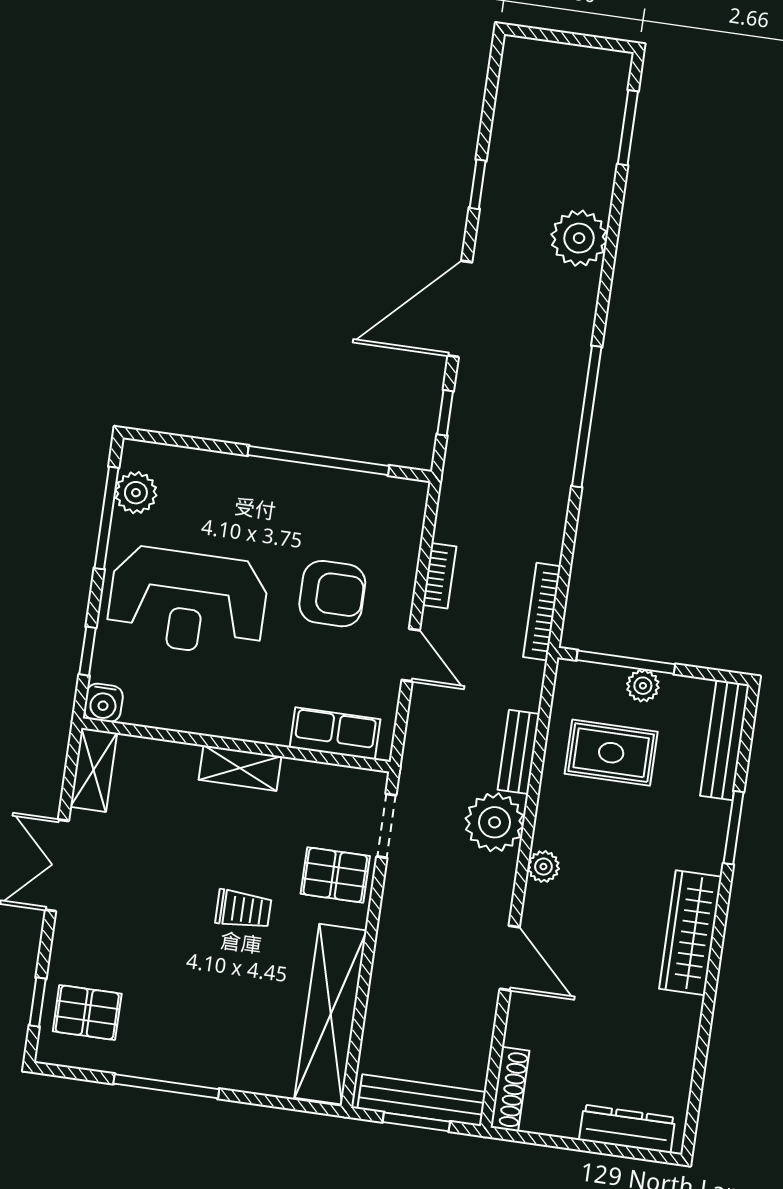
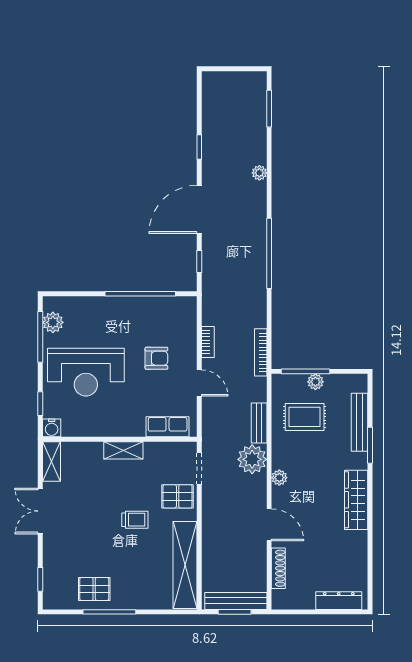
plant: (579, 238) -> (259, 173), width x0.53, depth x0.53
armchair: (332, 594) -> (156, 358), width x0.72, depth x0.72
bench: (725, 740) -> (359, 422), moved
pallet: (87, 1012) -> (94, 589), moved
shoe rack: (510, 1089) -> (278, 568), moved

